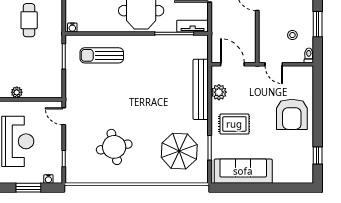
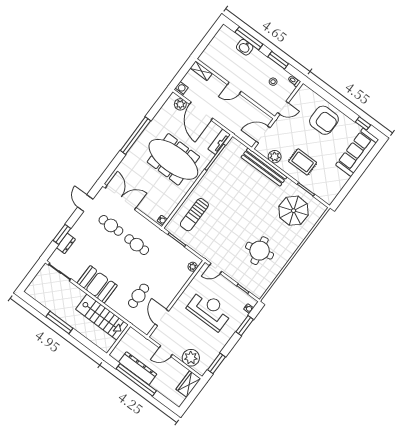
plant: (17, 92) -> (193, 267), moved
rug: (234, 124) -> (303, 162), turned 90
sofa: (243, 171) -> (357, 152), moved

